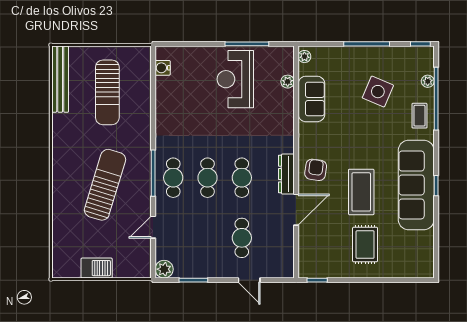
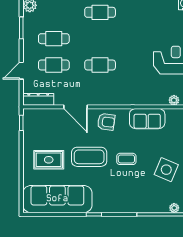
sofa: (311, 99) -> (147, 119), moved
coffee table: (419, 116) -> (126, 159), moved
dresser: (286, 174) -> (38, 99), moved
cafe table: (207, 178) -> (54, 39), moved
sofa: (416, 185) -> (57, 199), moved

